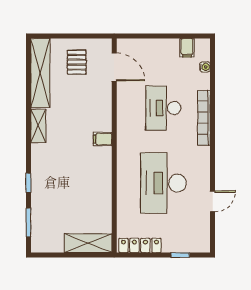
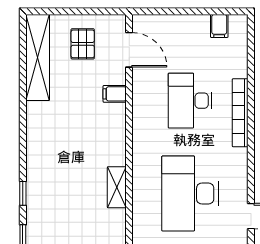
water cooler: (205, 67) -> (241, 50), removed
shelving: (38, 126) -> (117, 187), moved
filing cabinet: (103, 139) -> (115, 94), moved

